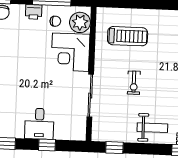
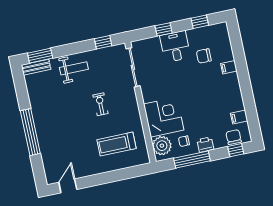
sliding door: (90, 96) -> (133, 67), moved
chair: (12, 106) -> (204, 56), added
weight bench: (152, 128) -> (74, 68), turned 180

